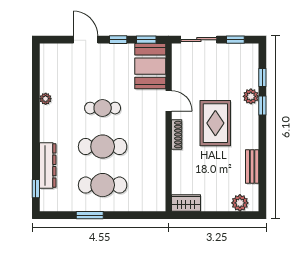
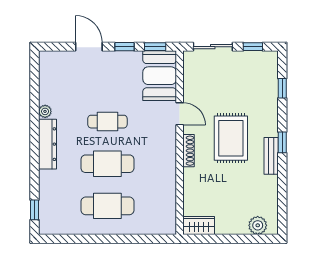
plant: (251, 96) -> (270, 109), removed
window: (262, 105) -> (282, 142), moved
dresser: (48, 165) -> (47, 144), moved
bench: (252, 166) -> (271, 156), moved
window: (90, 215) -> (93, 239), removed

